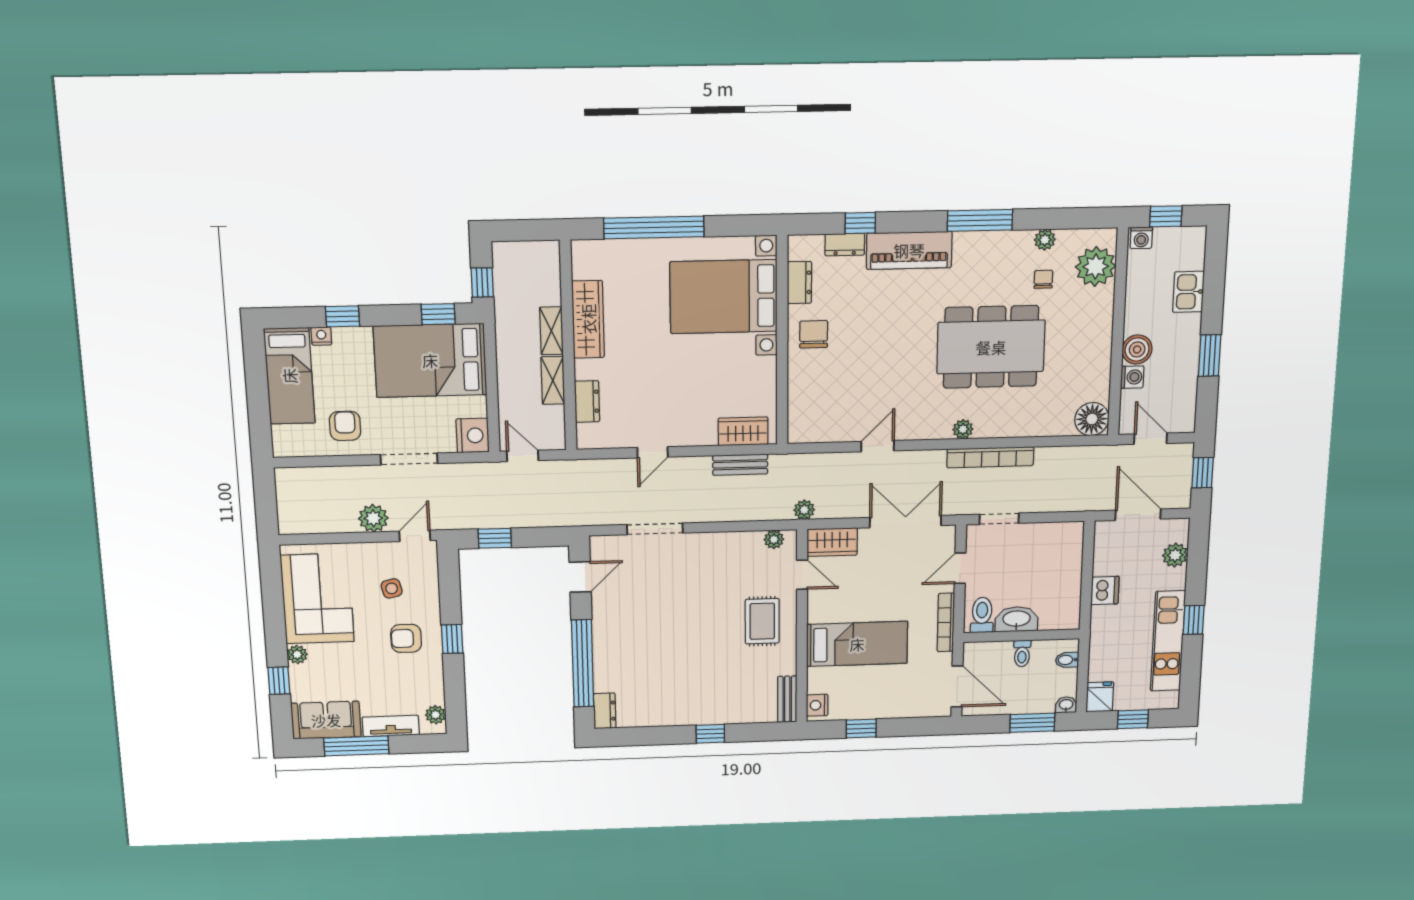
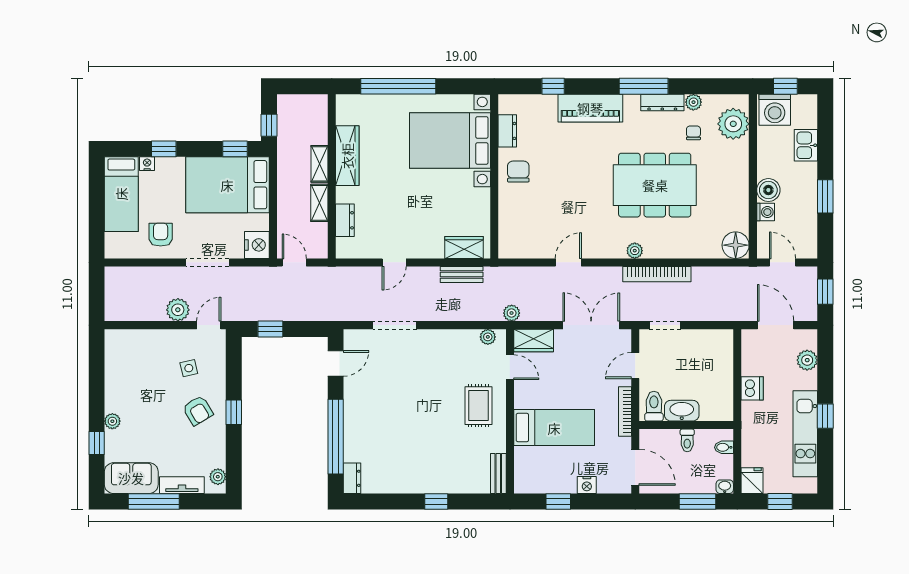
washing machine: (1141, 238) -> (775, 110), width x1.89, depth x1.89
dresser: (845, 245) -> (662, 102), moved, width x1.44
corner sofa: (317, 599) -> (131, 375), removed
armchair: (406, 638) -> (198, 410), turned -121
nightstand: (817, 705) -> (587, 485), moved, turned -90

